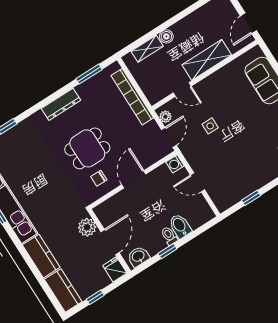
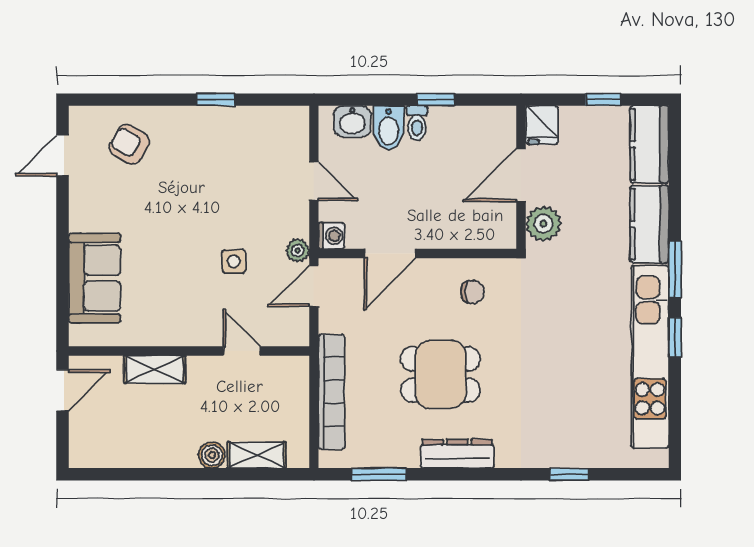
shelving: (207, 60) -> (155, 369), width x0.67, depth x0.75
plant: (165, 117) -> (298, 250), moved
dining table: (87, 148) -> (440, 374), moved
door: (134, 179) -> (390, 253), moved
window: (251, 198) -> (216, 100), moved
window: (18, 244) -> (675, 270), added
washbasin: (138, 256) -> (352, 121), moved

